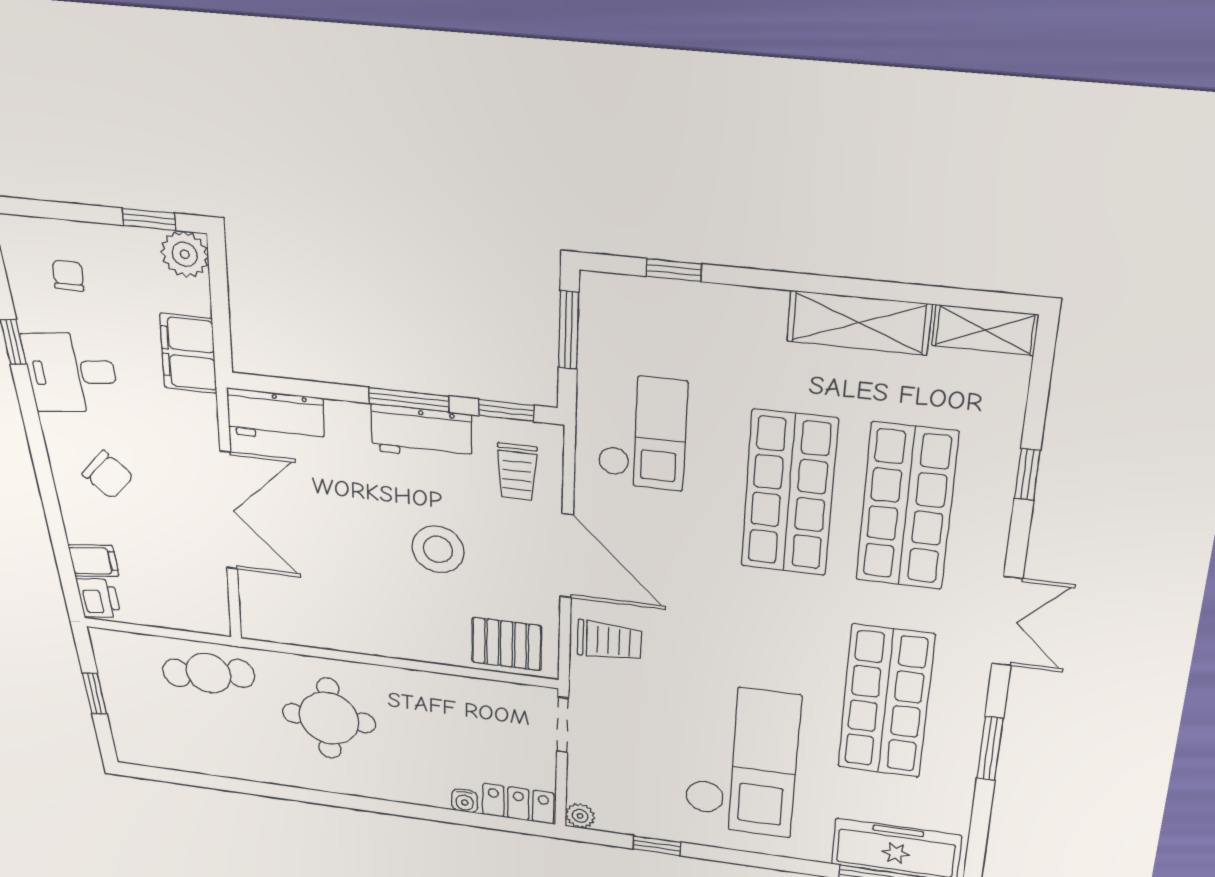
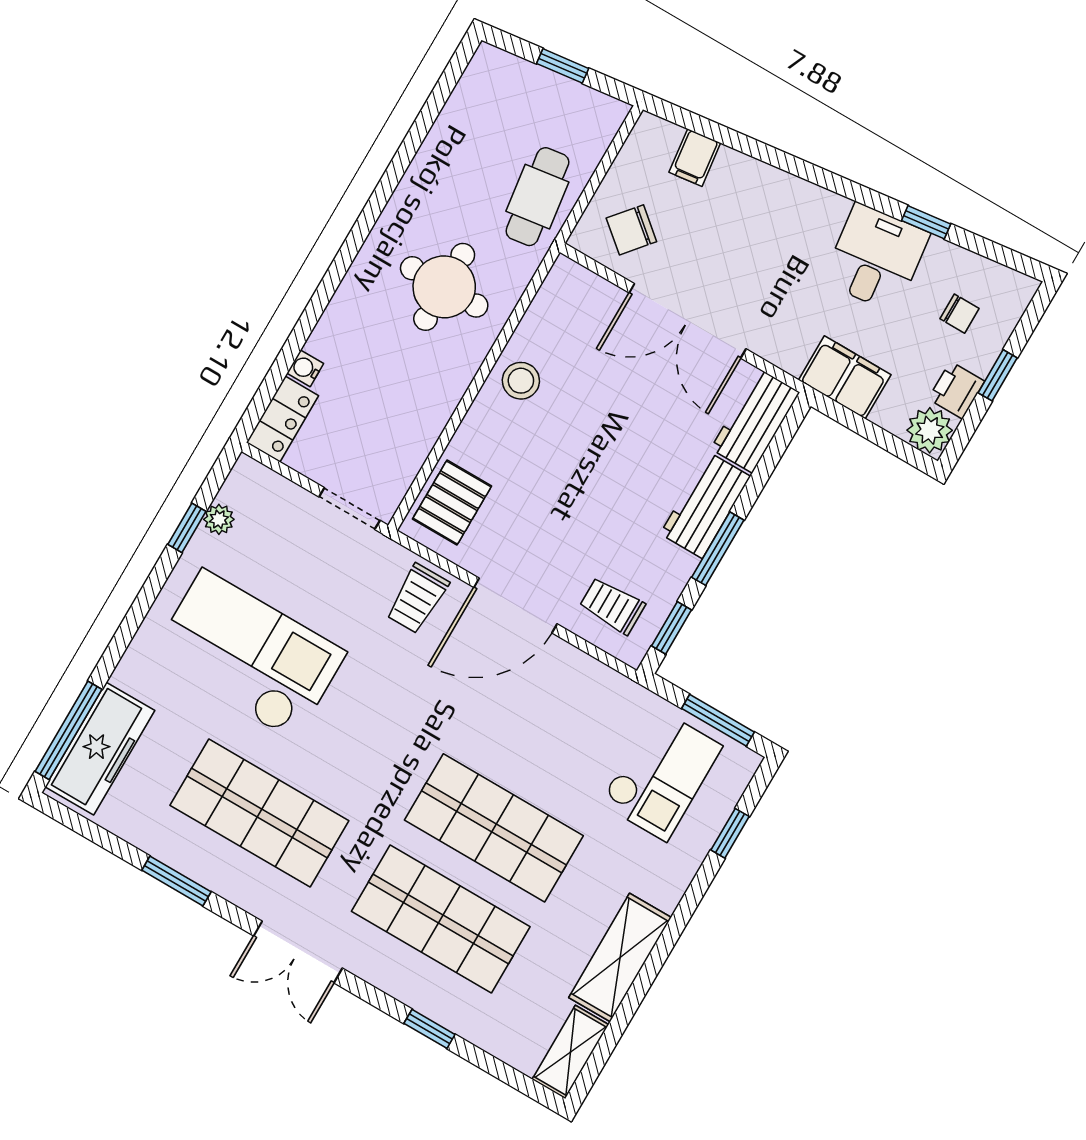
window: (149, 219) -> (998, 375), moved
checkout: (642, 432) -> (661, 775), moved, turned -90
workbench: (421, 433) -> (705, 505), moved
chair: (108, 475) -> (631, 230), moved
stool: (438, 549) -> (521, 381), moved, width x0.73, depth x0.73
printer: (99, 598) -> (956, 390), moved, turned 97
checkout: (742, 760) -> (248, 655), turned 180
plant: (580, 816) -> (219, 519), moved

